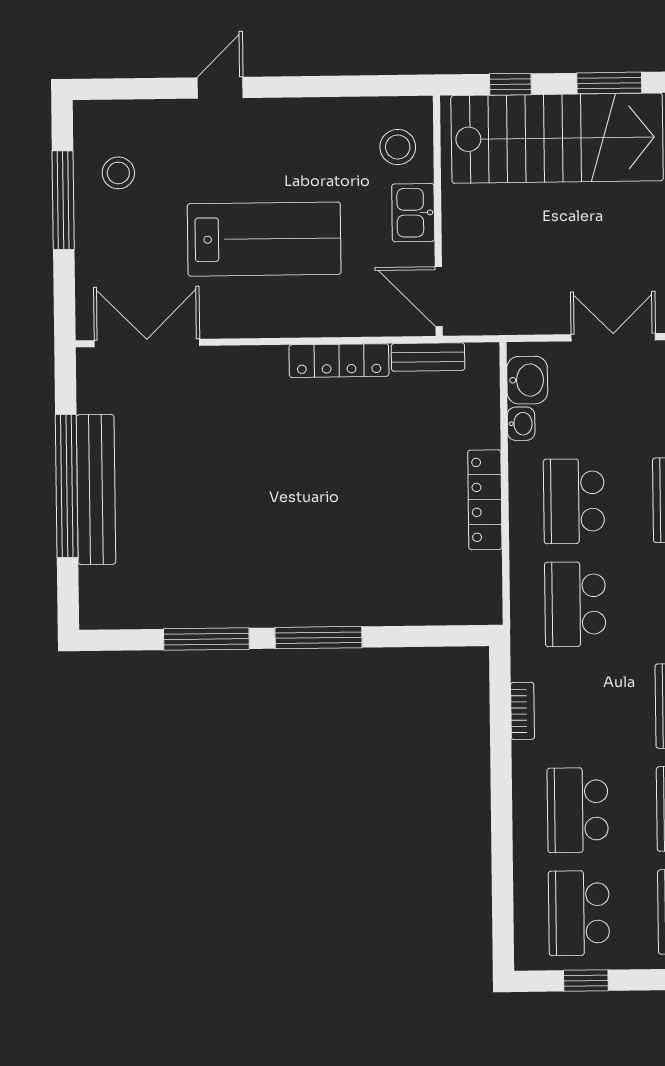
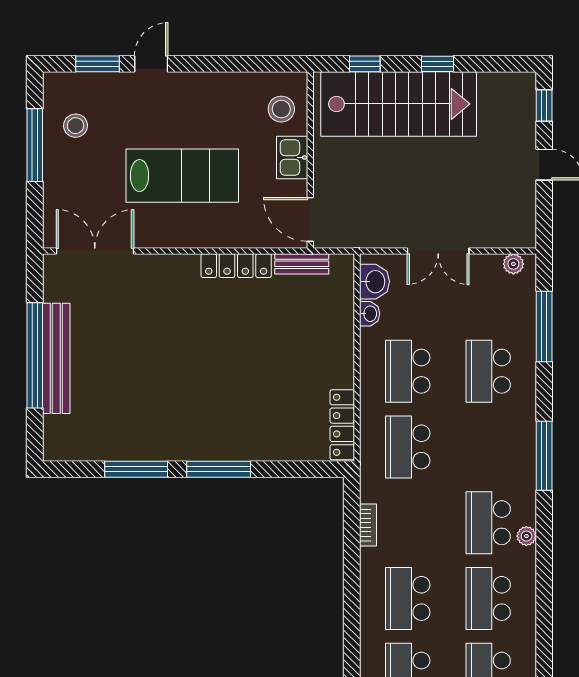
window: (609, 83) -> (437, 64), width x0.67
window: (147, 89) -> (98, 64), added
double door: (613, 337) -> (438, 251), swing flipped
locker: (485, 500) -> (342, 425), moved

